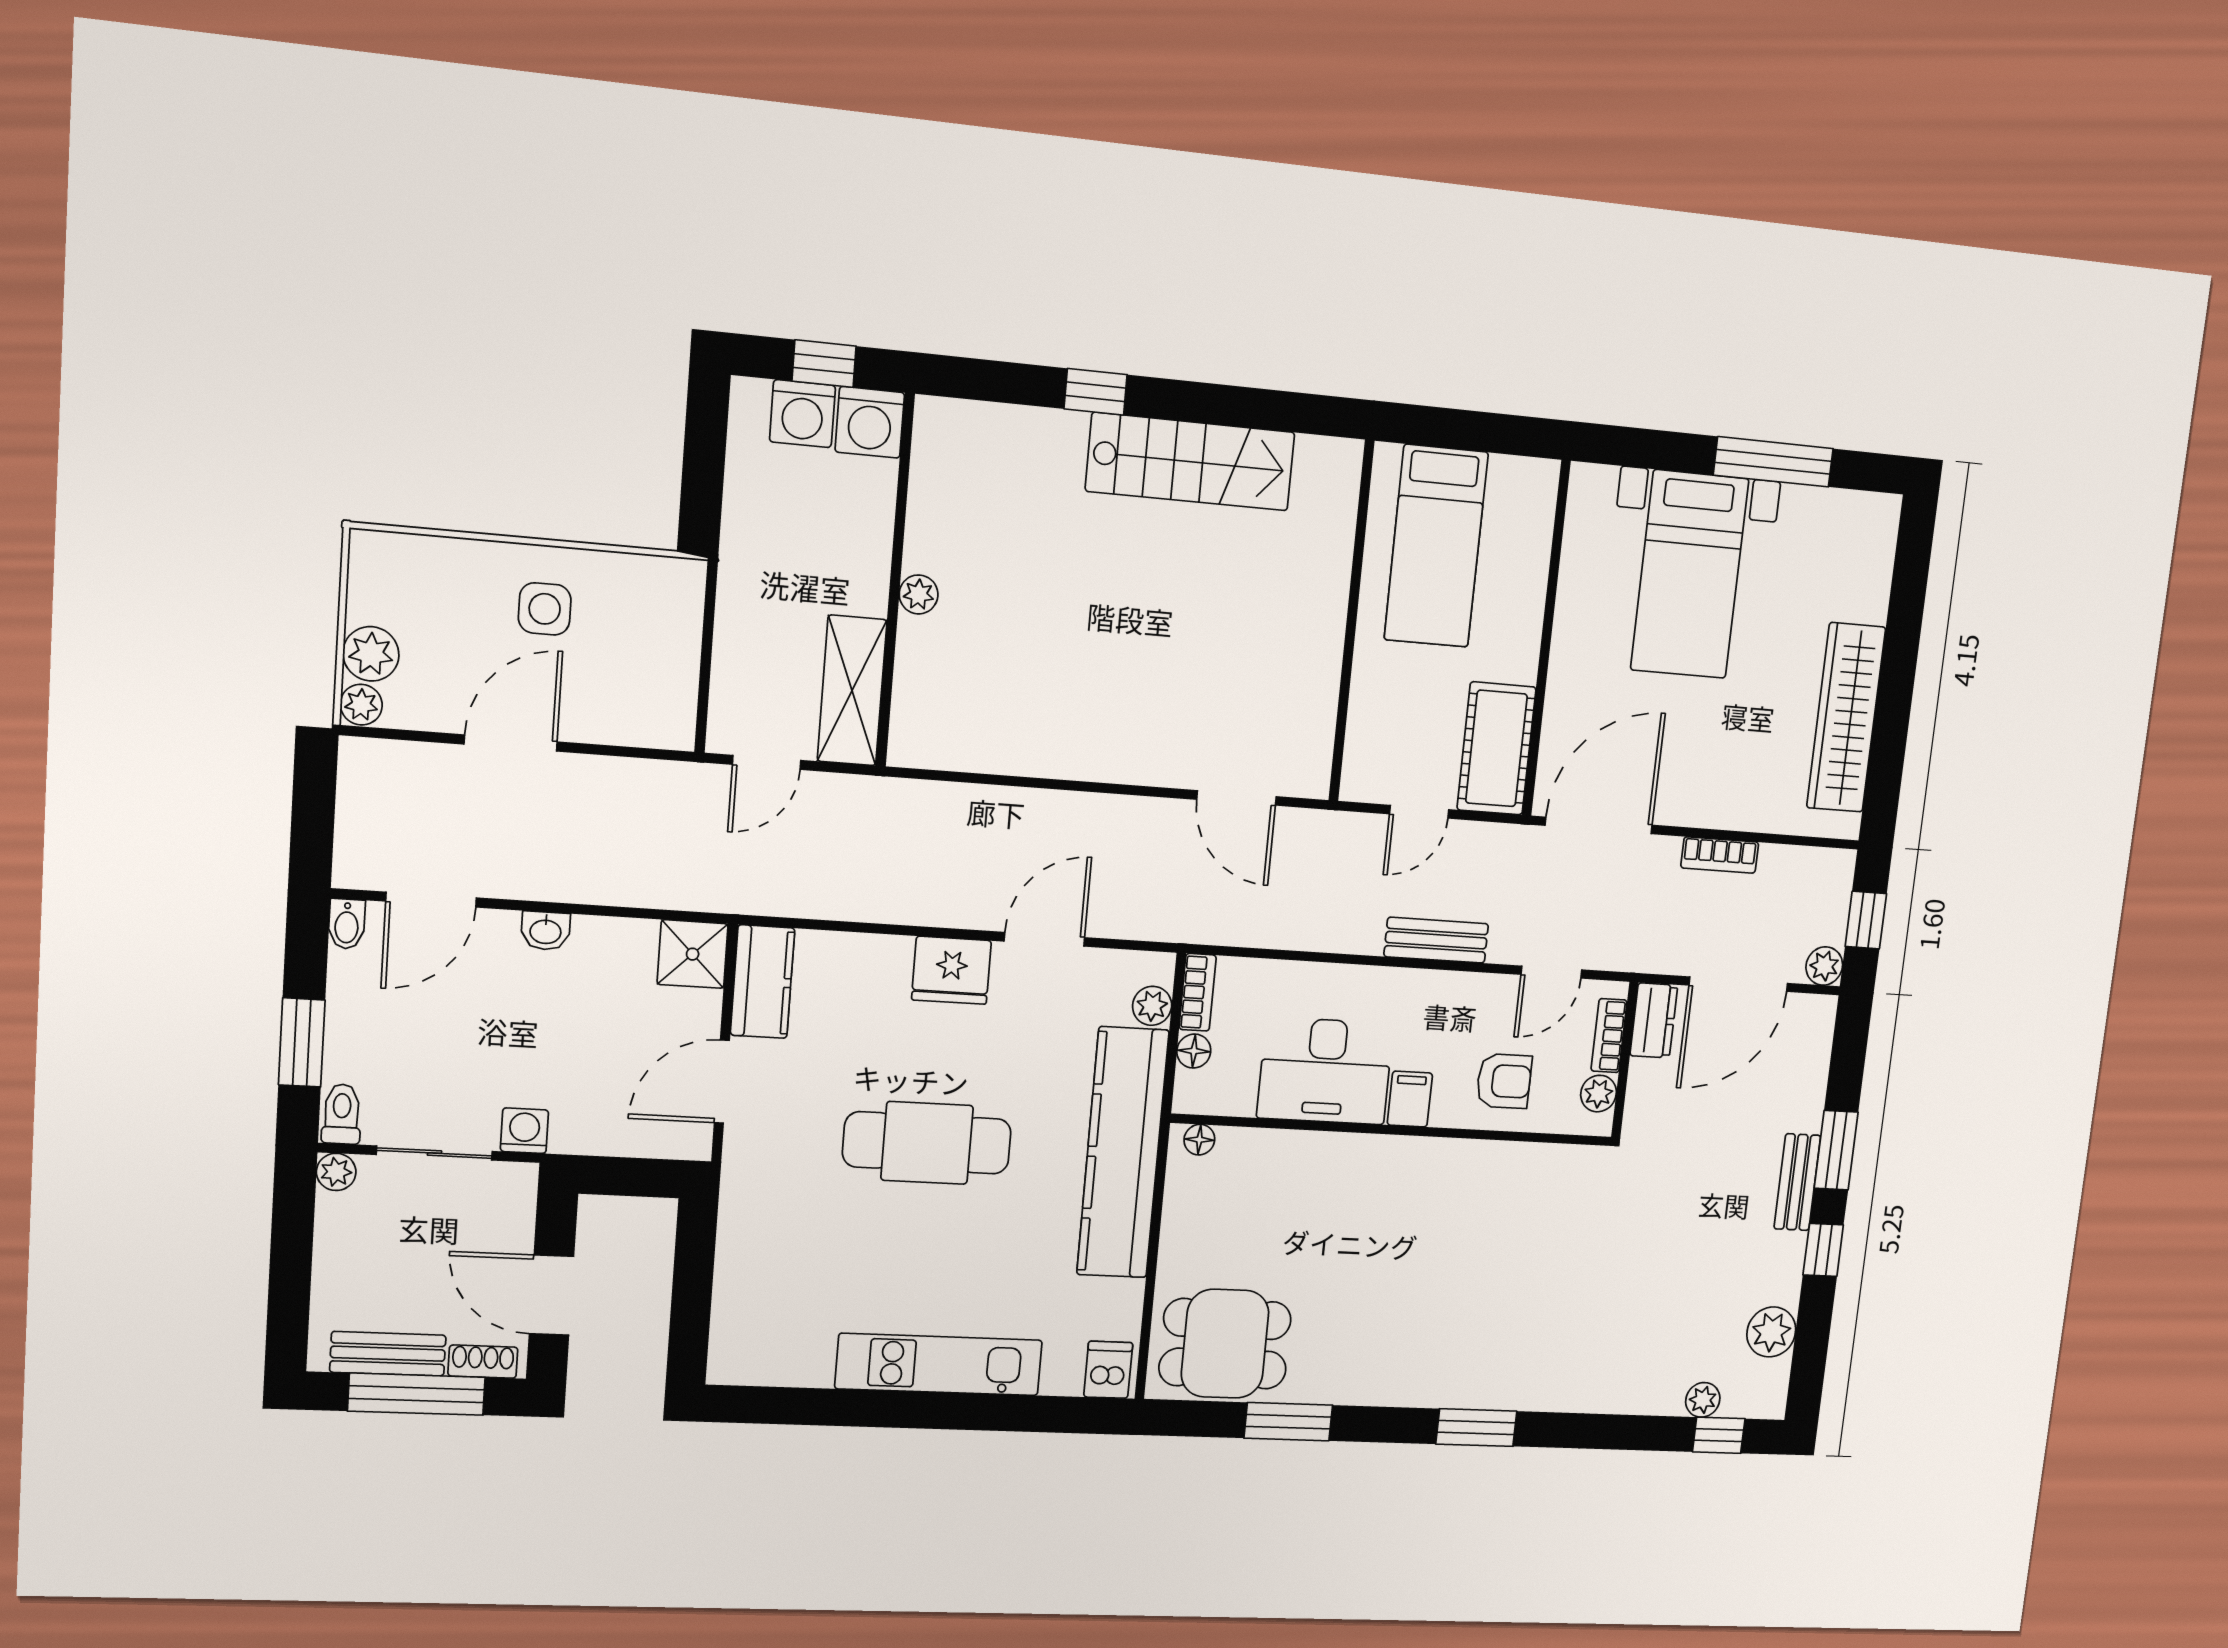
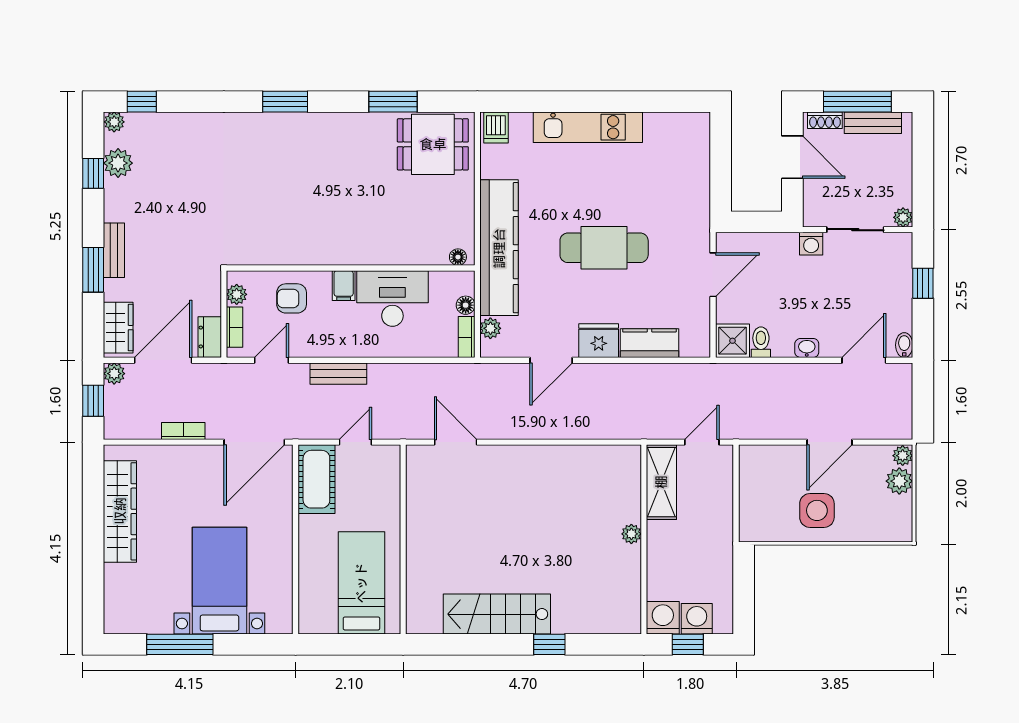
side table: (545, 609) -> (817, 510), width x1.37, depth x1.37
kitchen counter: (763, 982) -> (649, 343), moved, turned 90
window: (302, 1042) -> (923, 283), width x0.67
wardrobe: (1807, 1047) -> (118, 328), added
toilet: (342, 1114) -> (761, 342), moved, turned 180
window: (1823, 1250) -> (93, 173), moved
plant: (1703, 1400) -> (114, 122), moved

